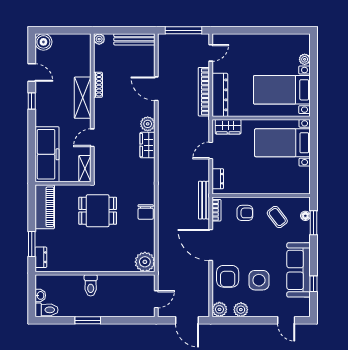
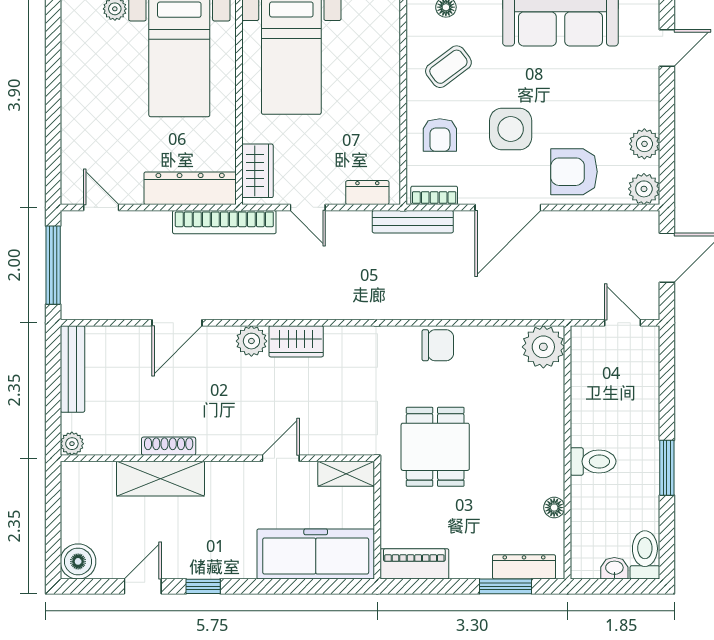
bookcase: (204, 92) -> (224, 222), moved
shelving: (83, 98) -> (160, 479), moved
door: (92, 138) -> (281, 458), swing flipped
piano: (45, 207) -> (414, 564), width x0.73, depth x0.75
armchair: (245, 213) -> (440, 135), turned 180
dresser: (41, 257) -> (524, 567), width x1.44
floor lamp: (69, 267) -> (554, 508), added
armchair: (228, 276) -> (574, 172), turned 180
side table: (259, 280) -> (511, 129), moved

